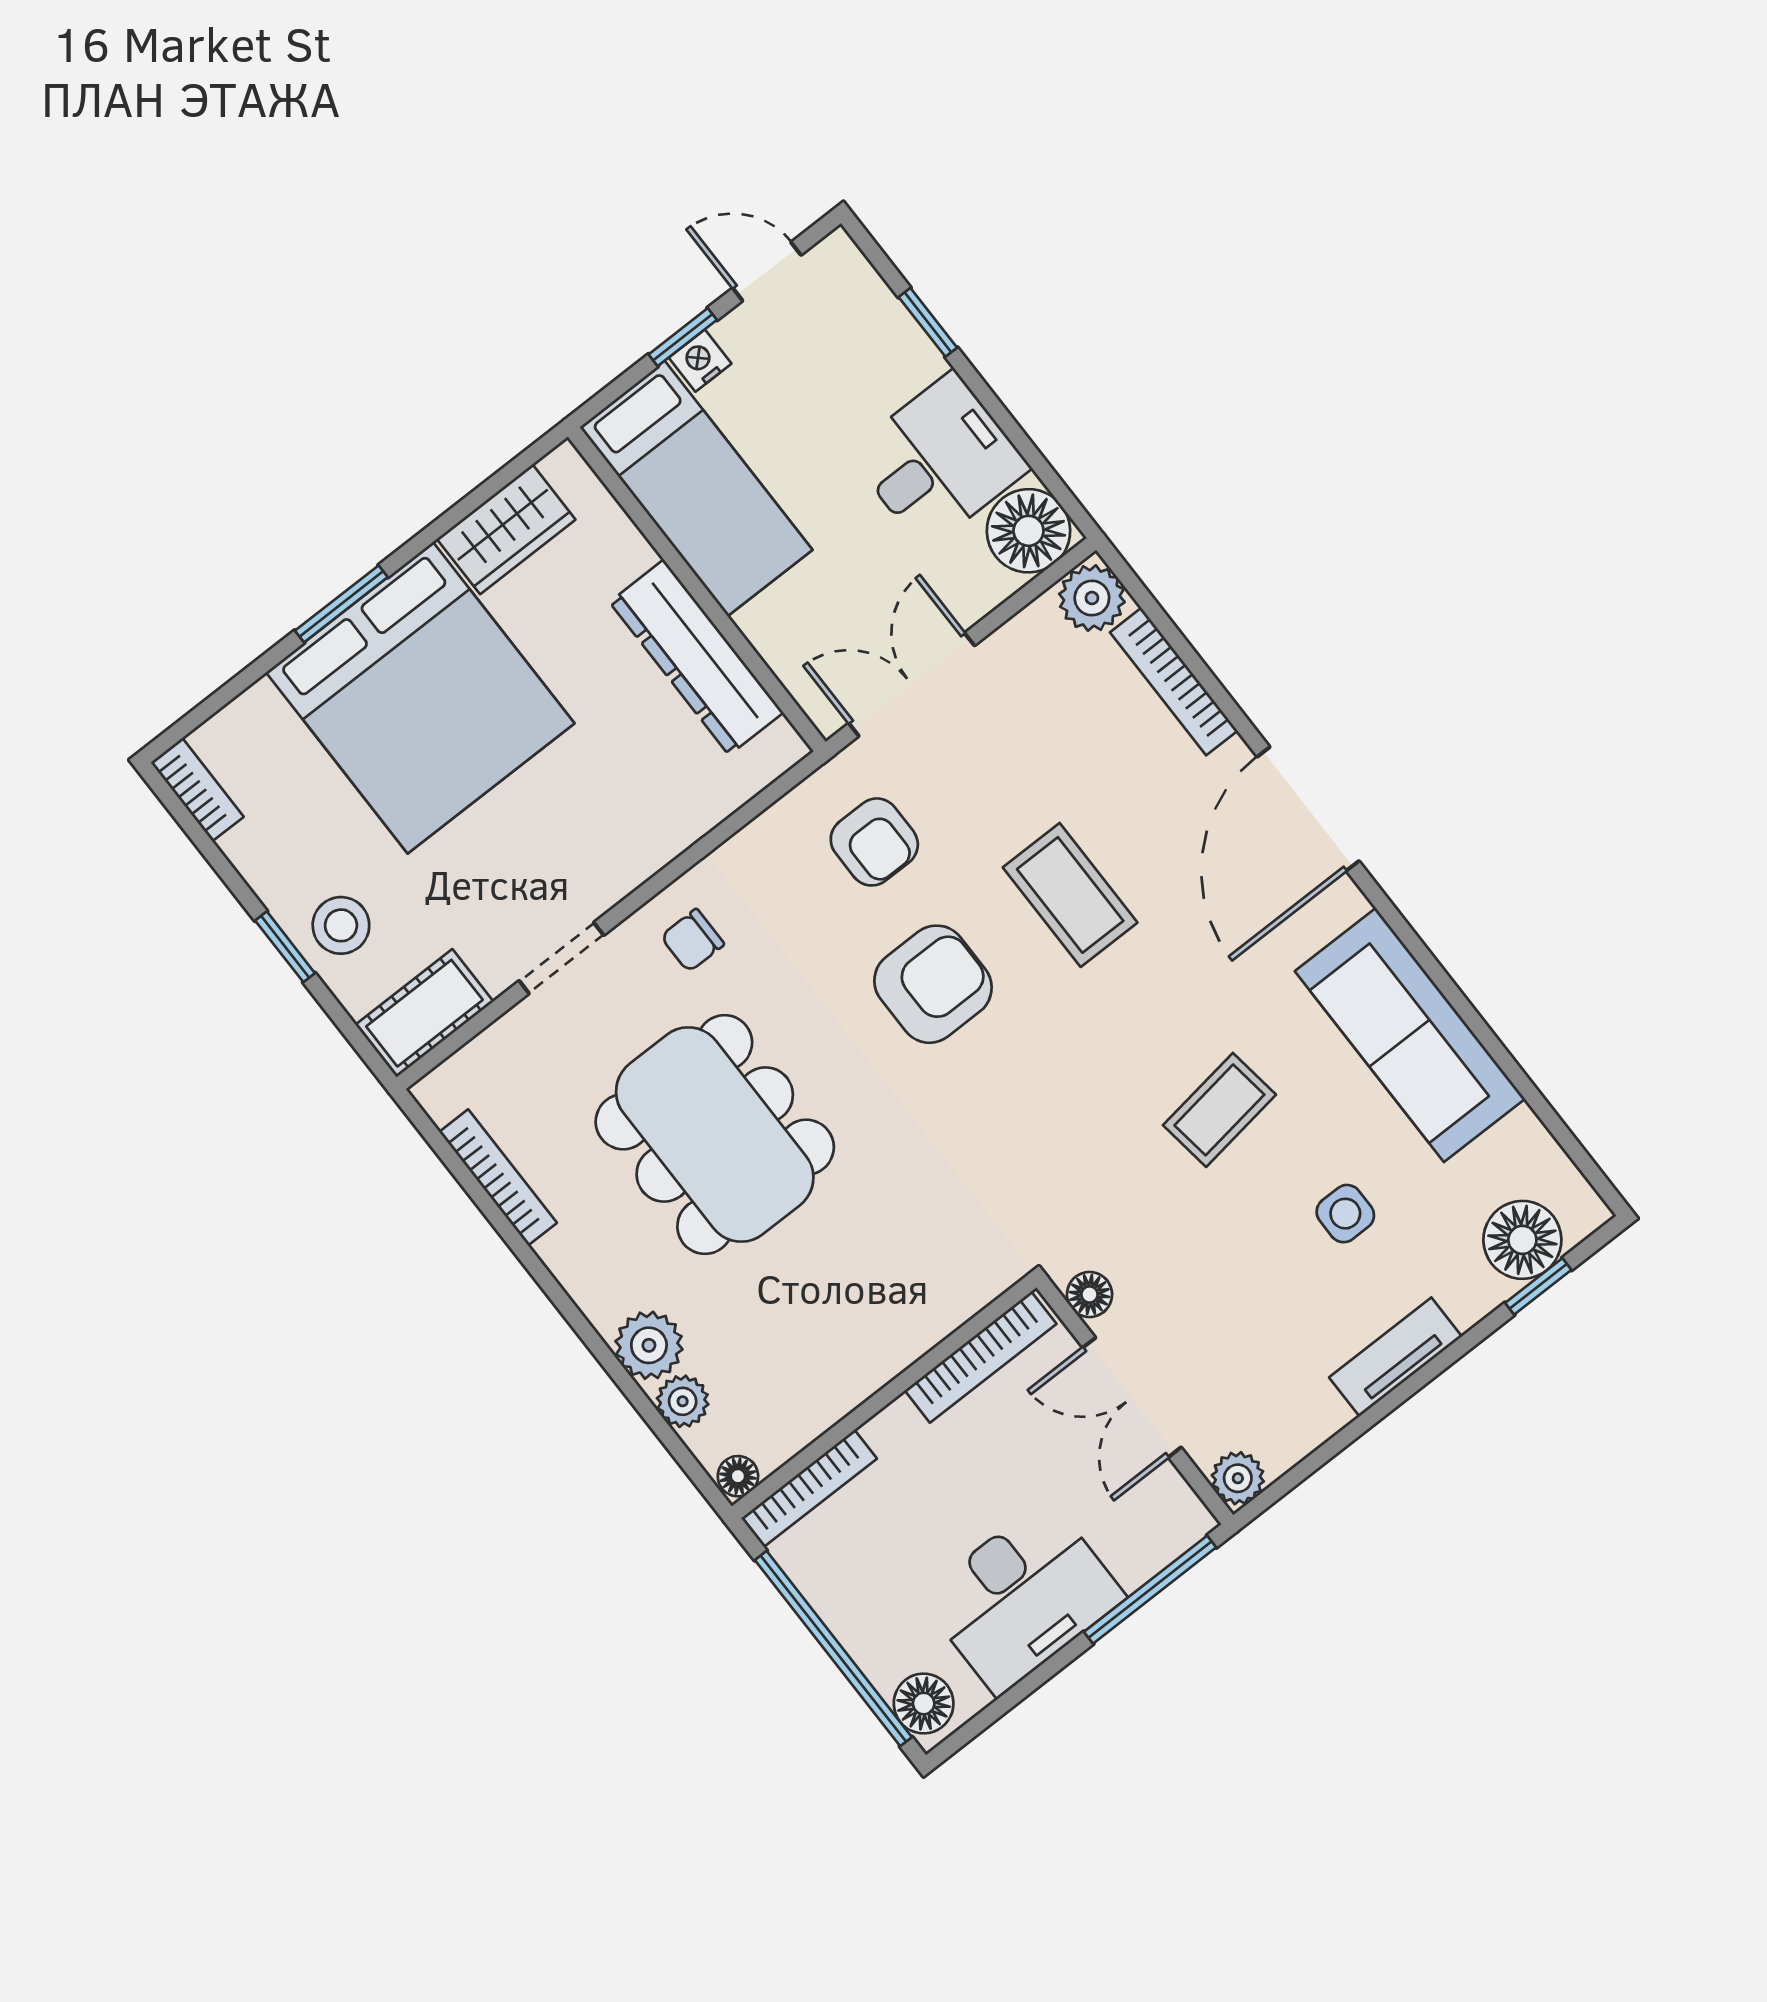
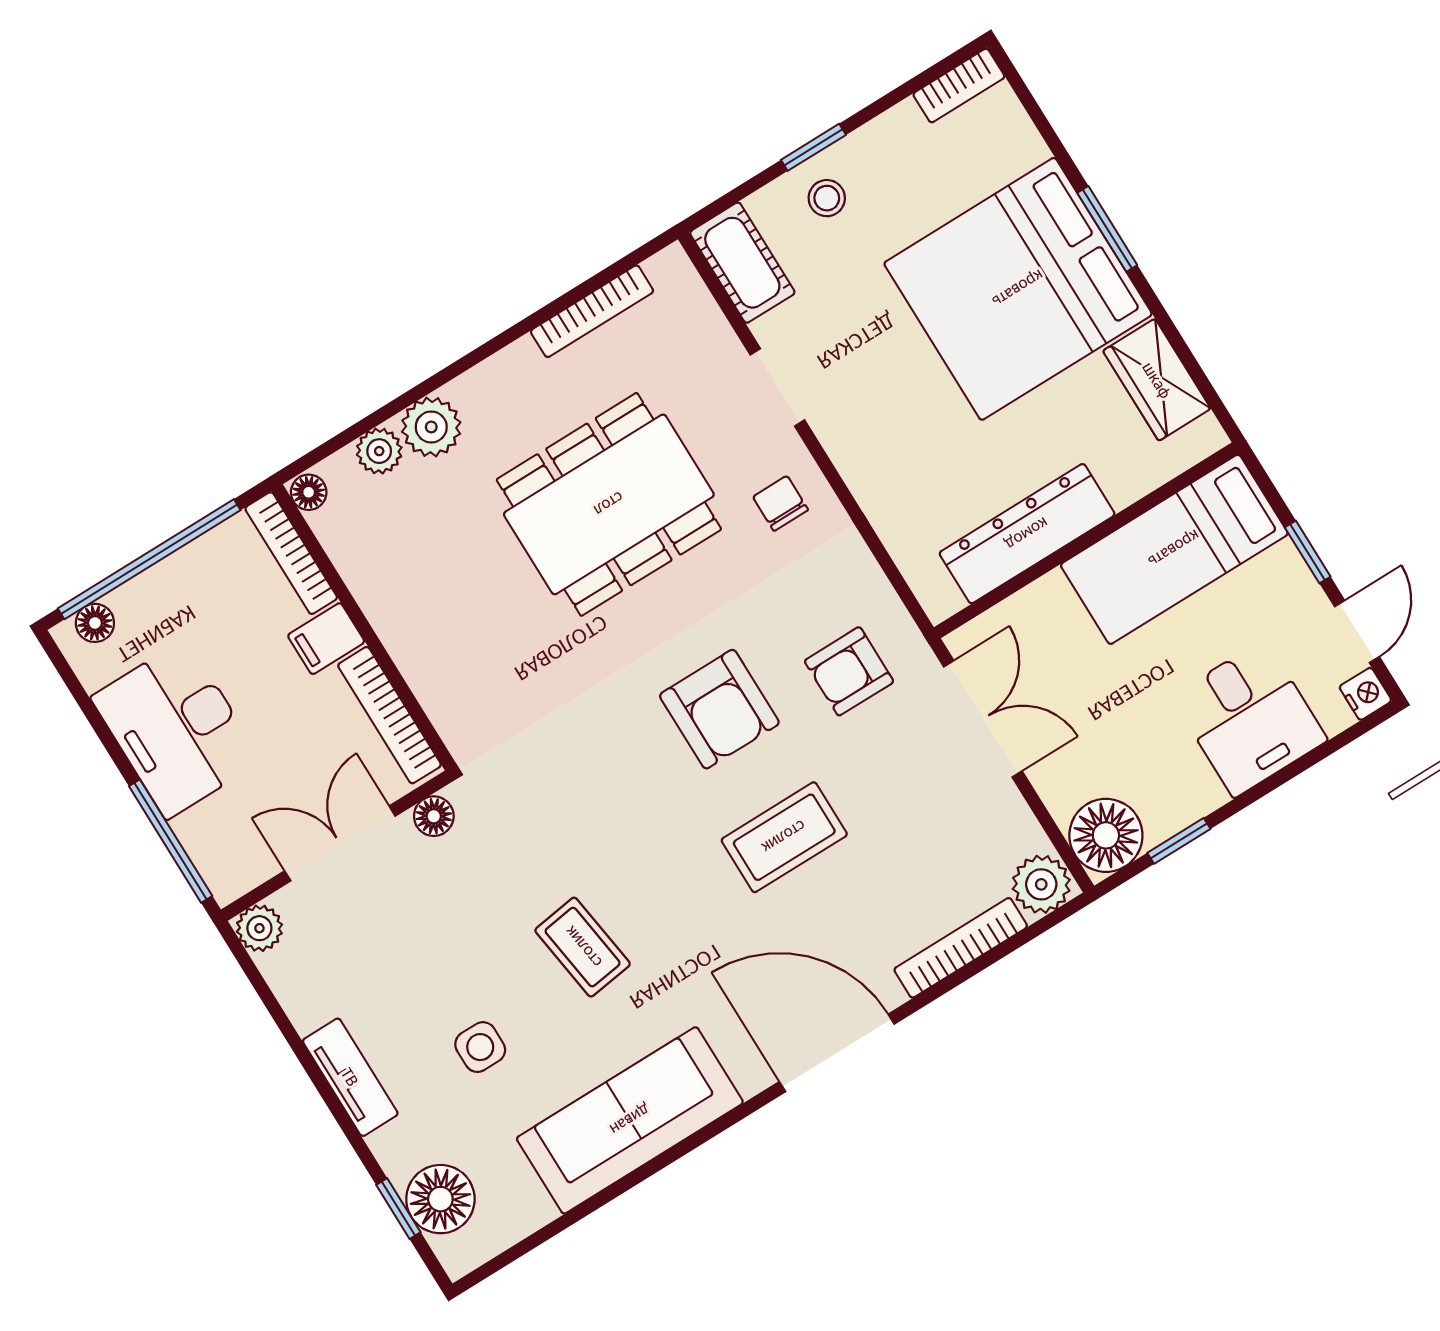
window: (928, 322) -> (1179, 841), moved
nightstand: (700, 361) -> (1365, 694), moved
desk: (939, 460) -> (1249, 718), moved
stool: (341, 925) -> (827, 198), width x0.73, depth x0.73
filing cabinet: (902, 1438) -> (326, 639), added
floor lamp: (924, 1704) -> (95, 623), width x0.73, depth x0.73

